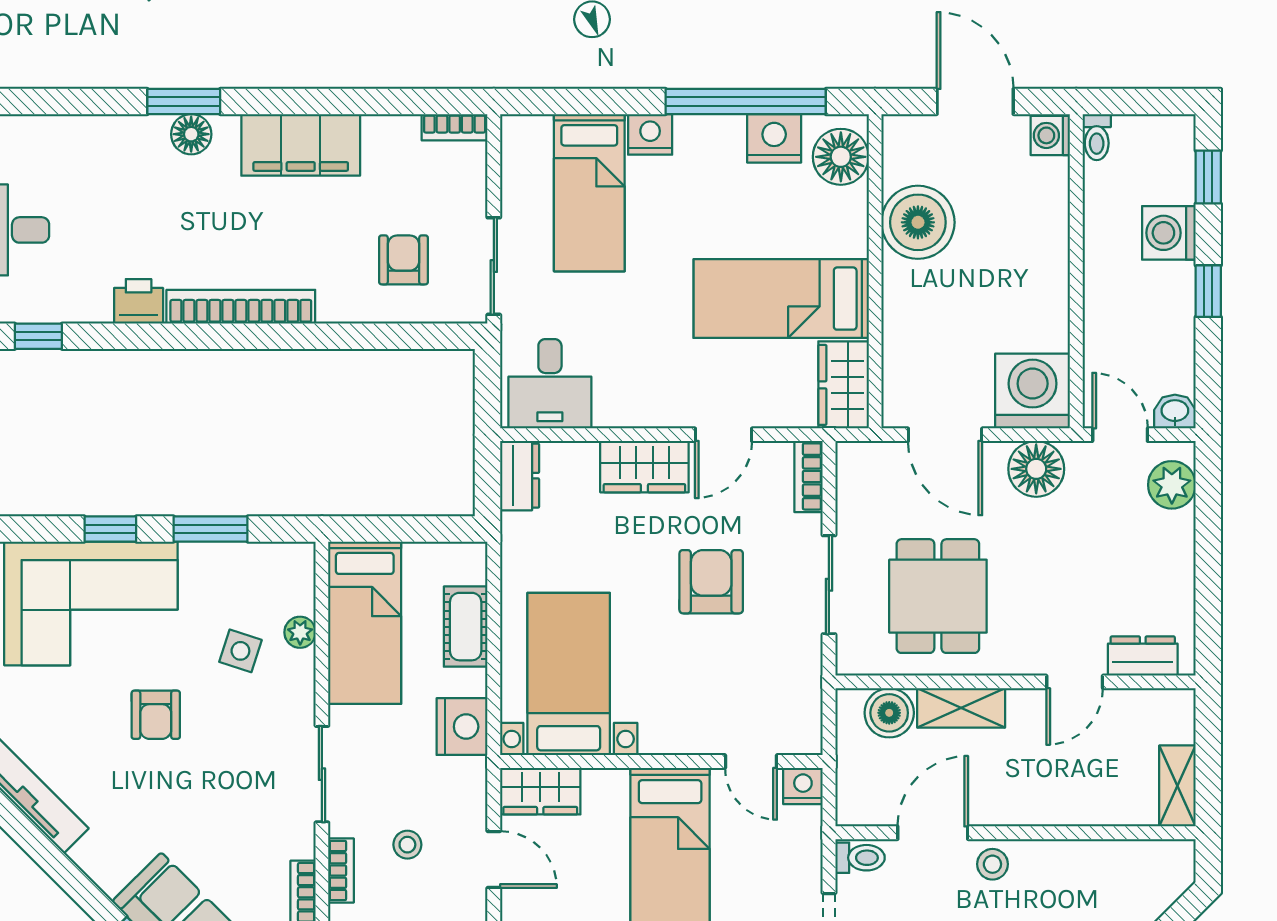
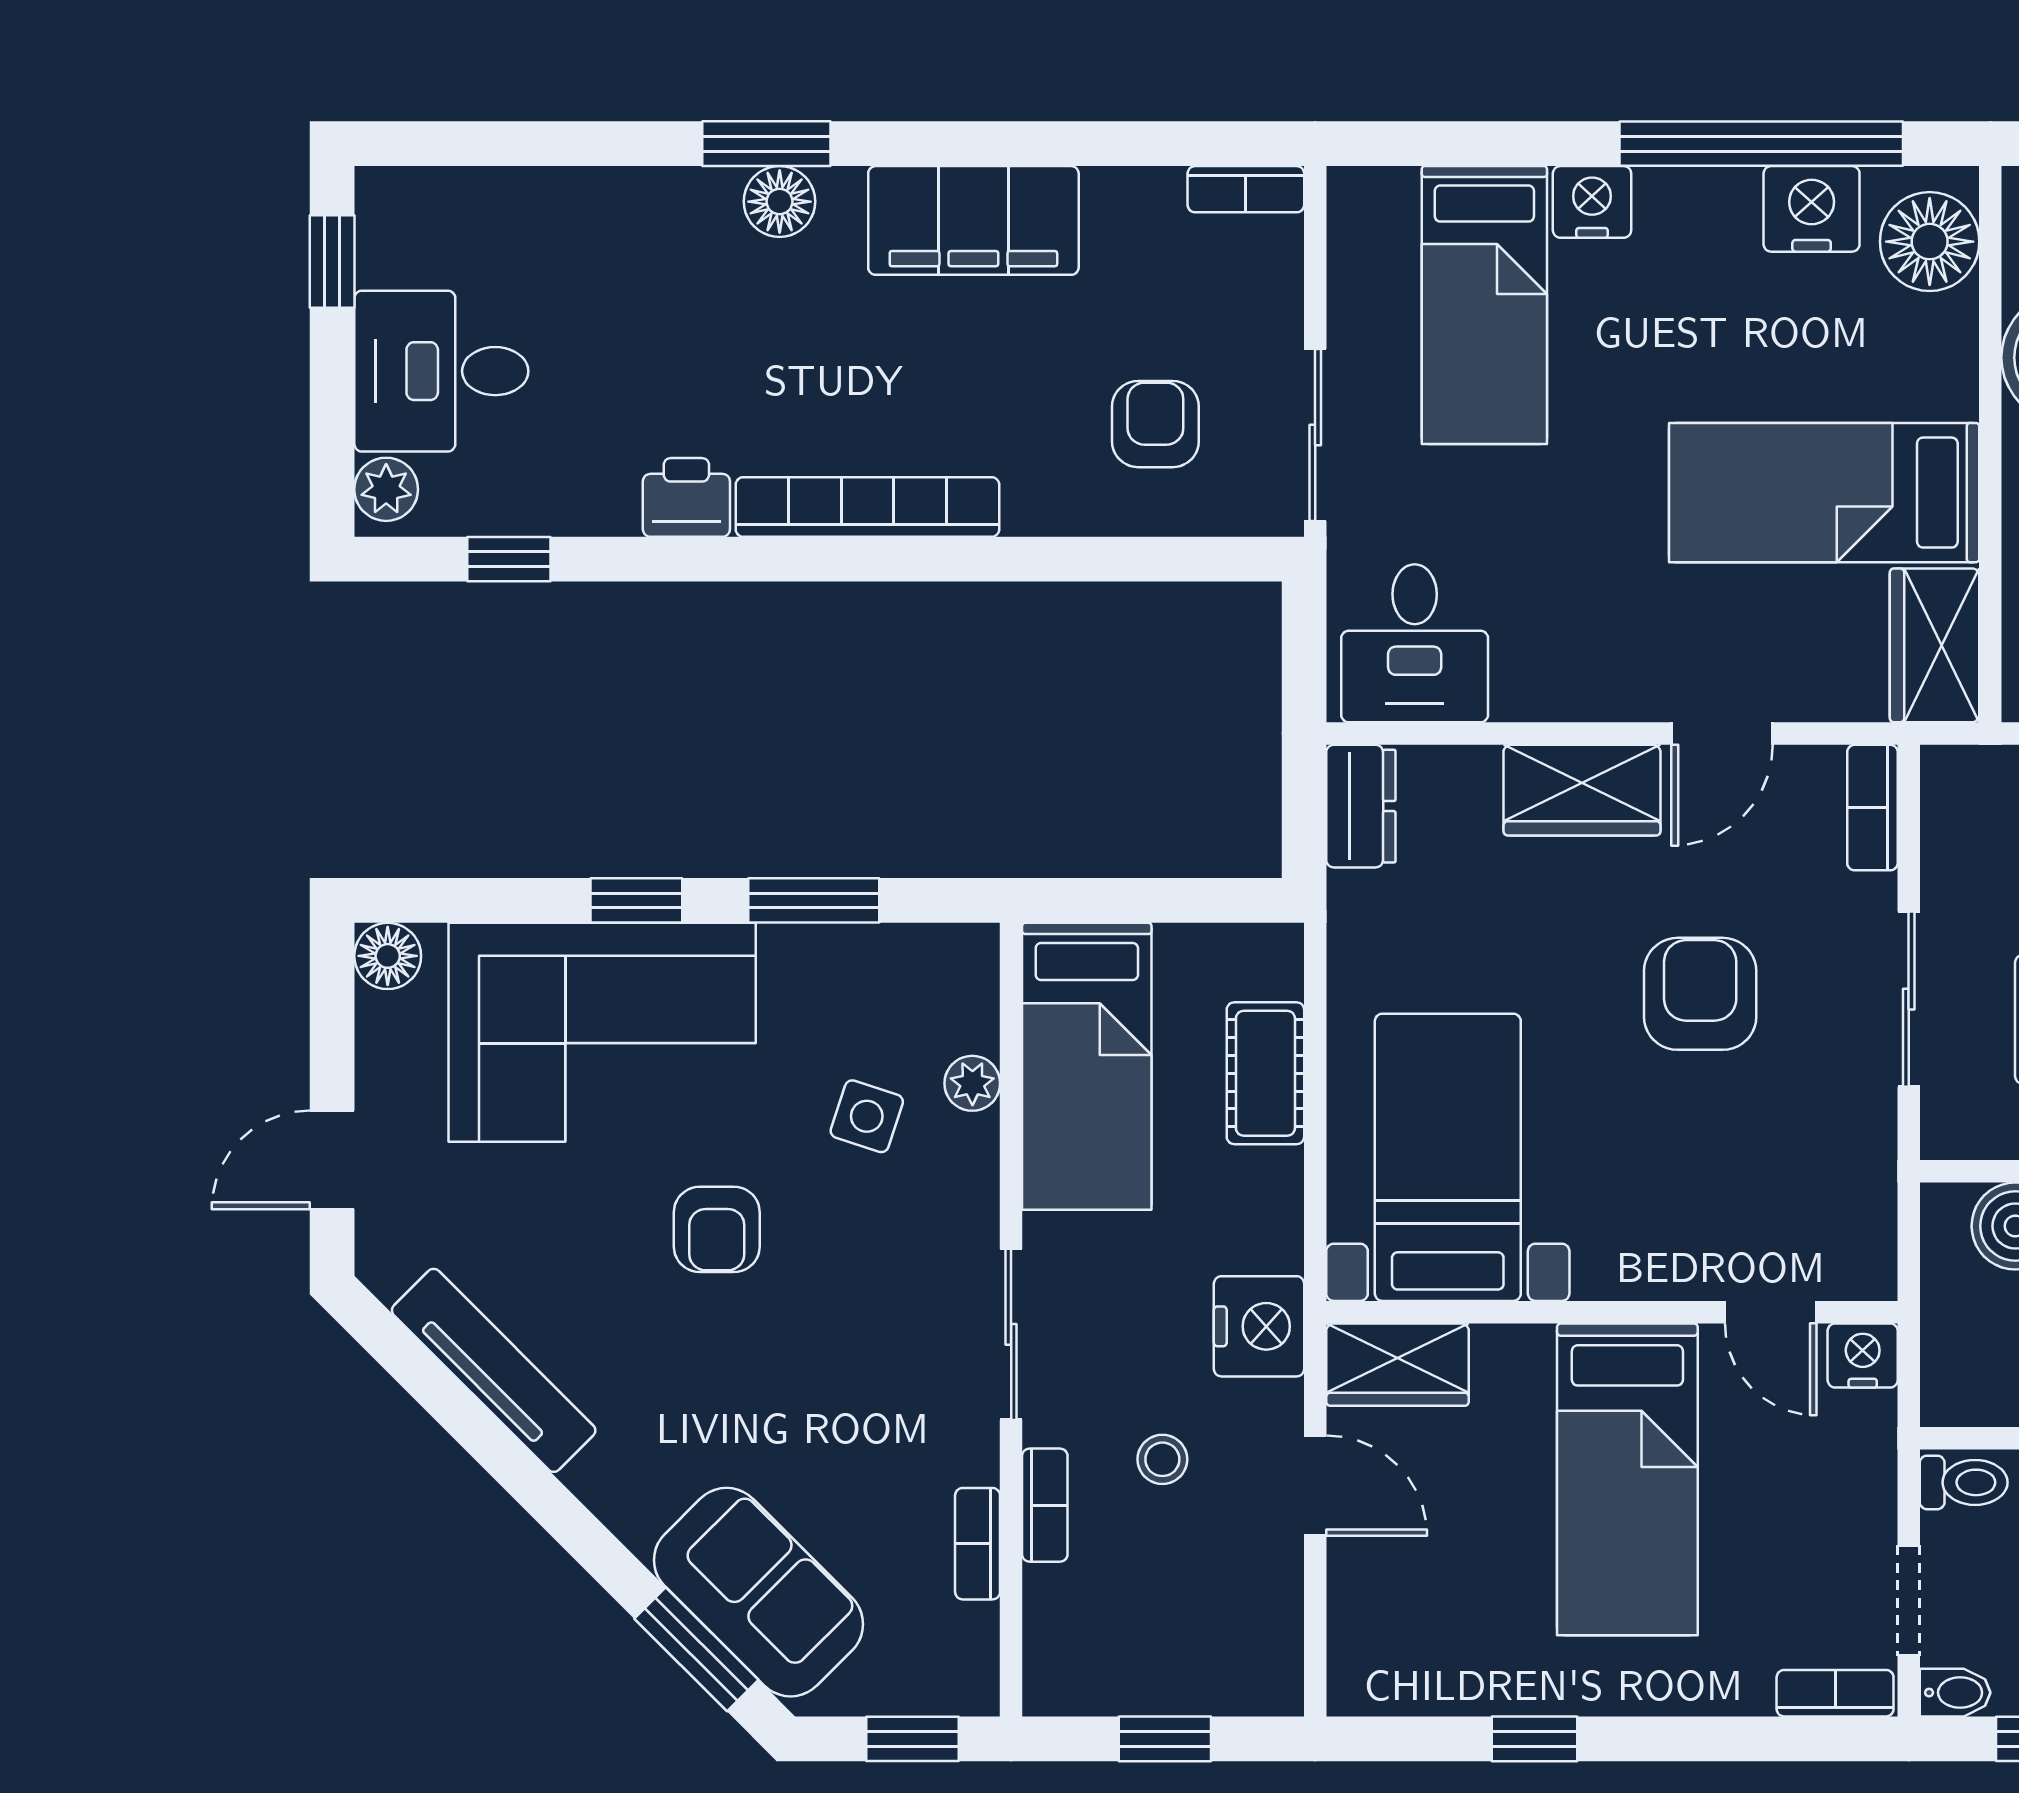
nightstand: (462, 727) -> (1259, 1326), moved

